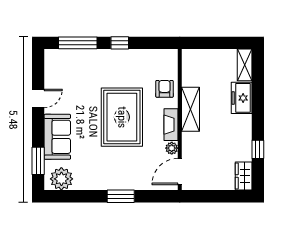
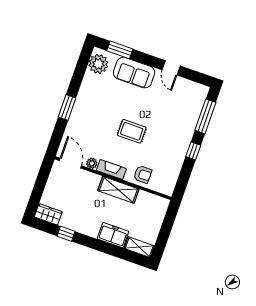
rug: (122, 117) -> (132, 131), width x0.54, depth x0.49

